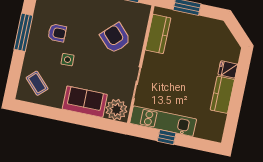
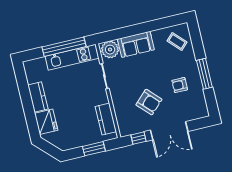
armchair: (115, 38) -> (149, 102), moved
side table: (68, 60) -> (163, 69), removed
fridge: (228, 69) -> (46, 122), width x1.88, depth x1.34
window: (167, 137) -> (64, 47), width x3.17

